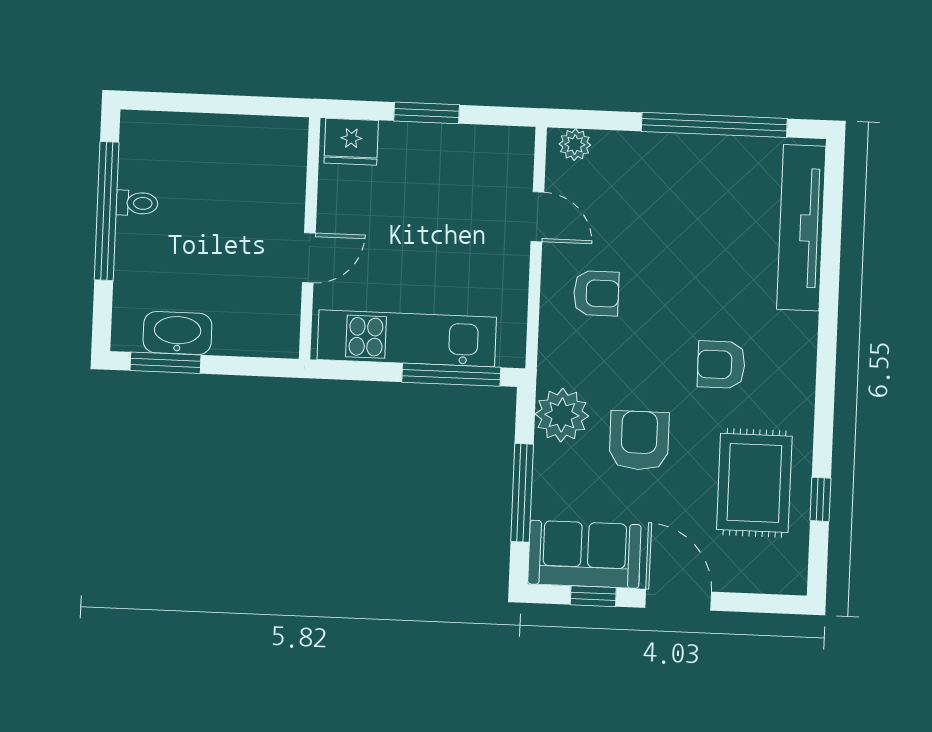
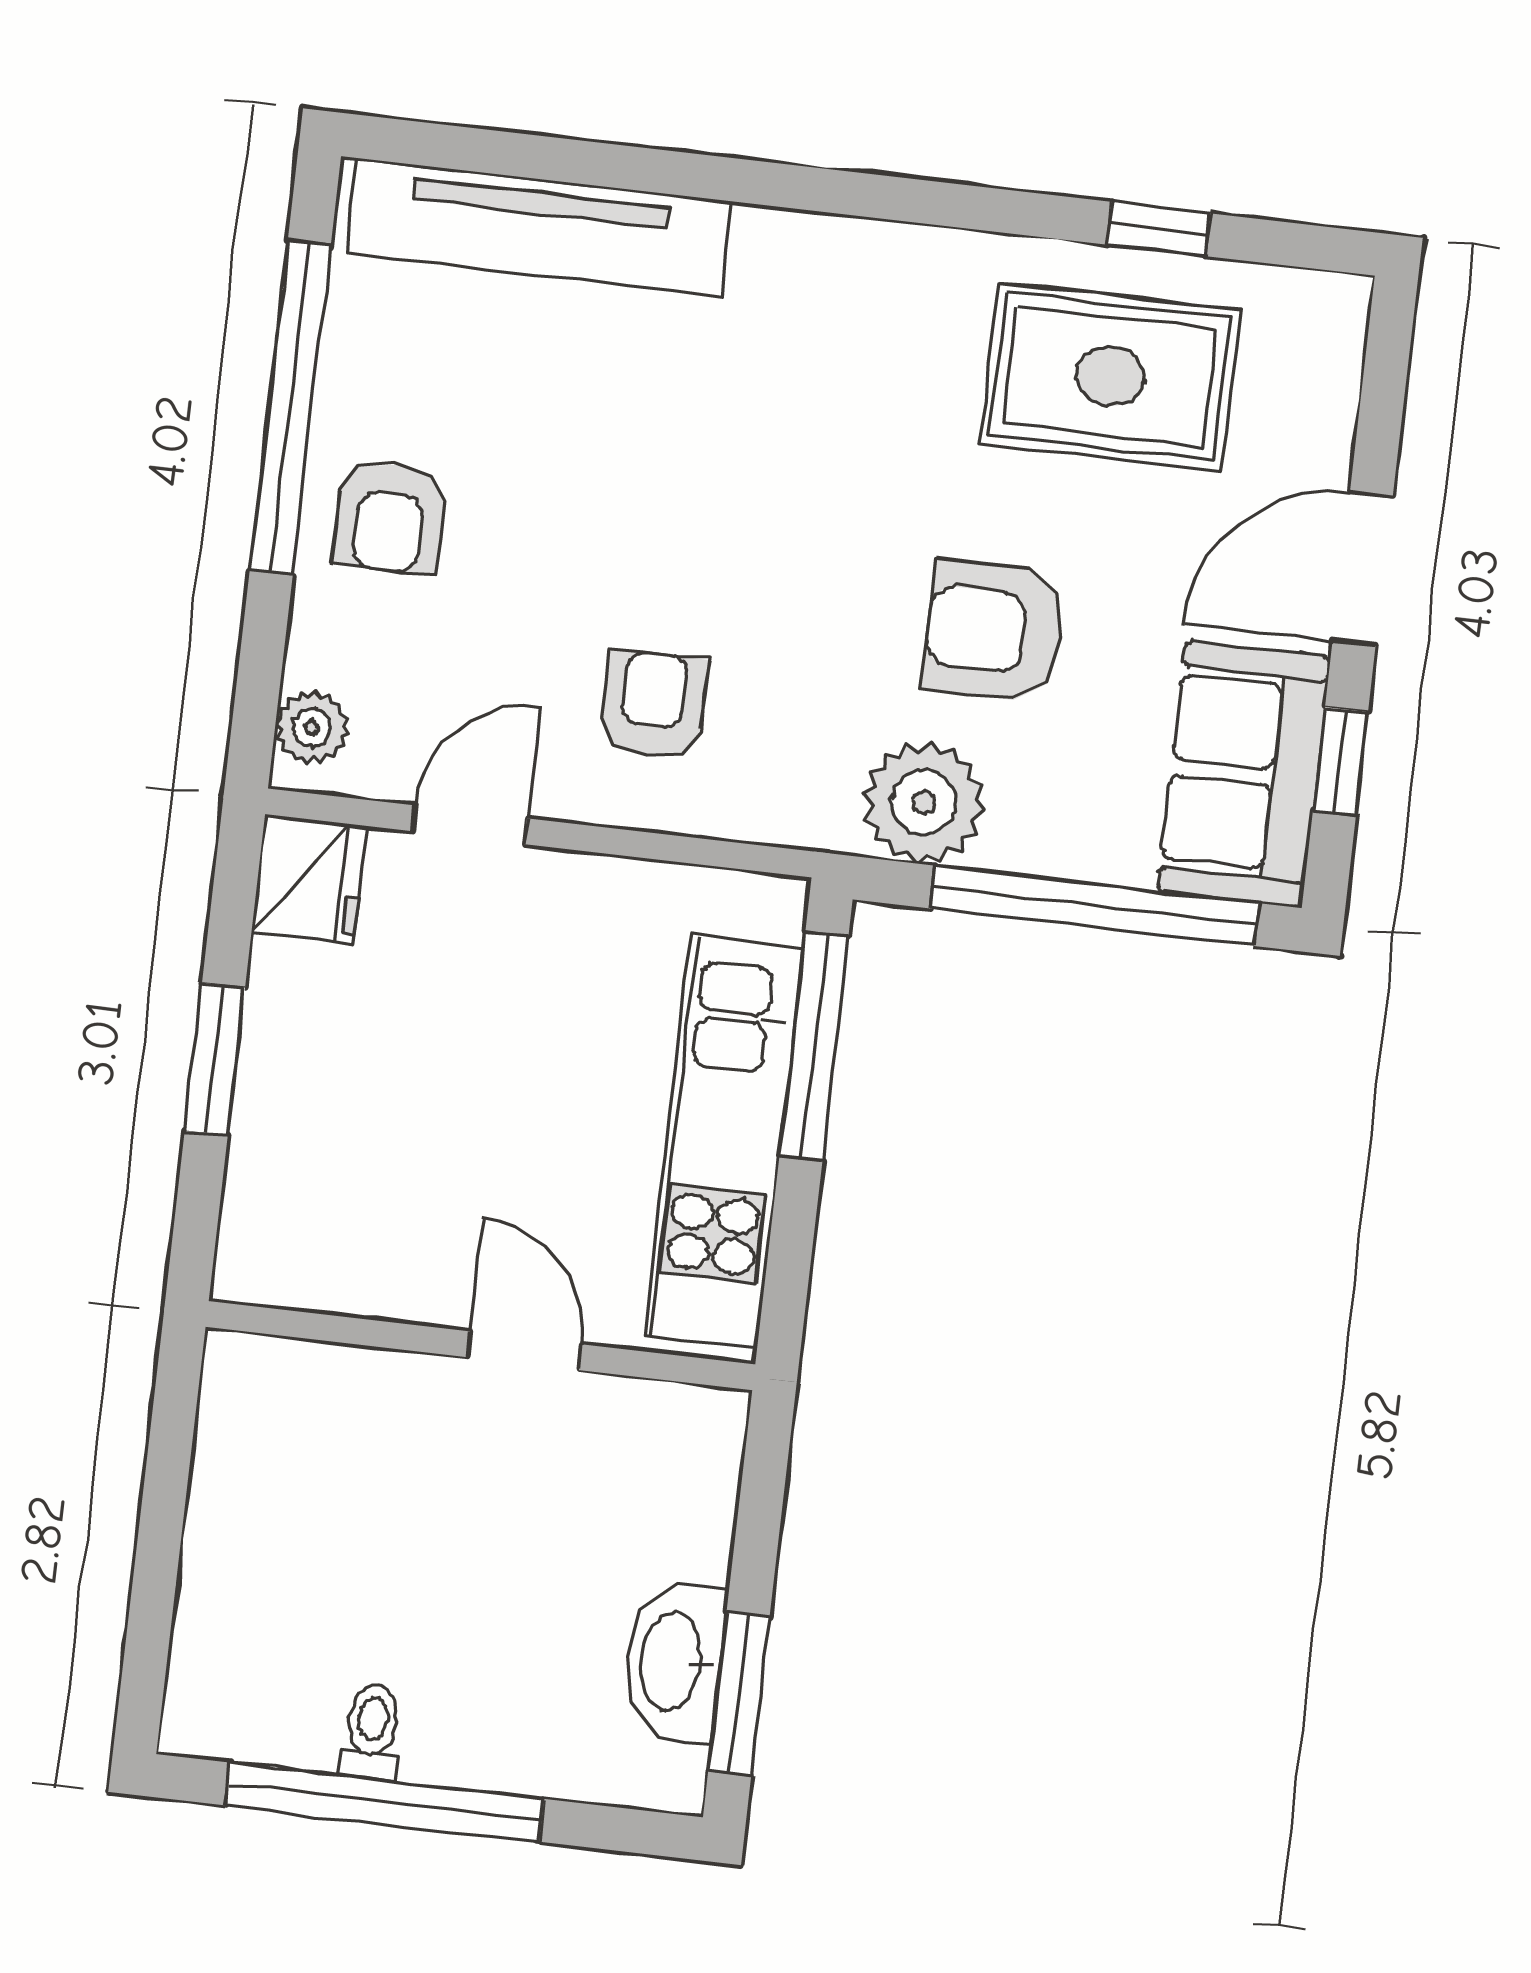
fridge: (351, 142) -> (309, 879), moved
armchair: (721, 365) -> (390, 517), moved
window: (522, 493) -> (1094, 906), width x1.46

